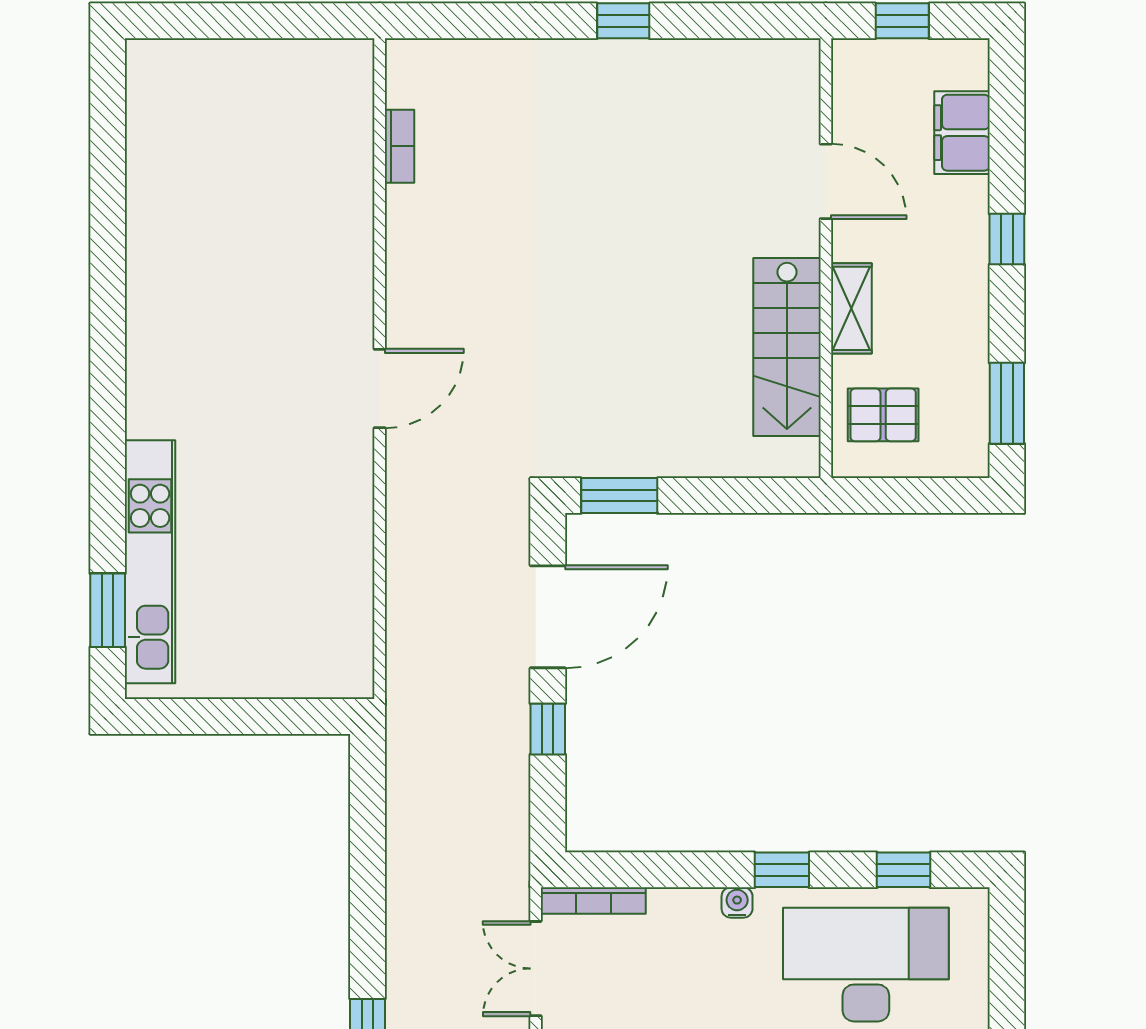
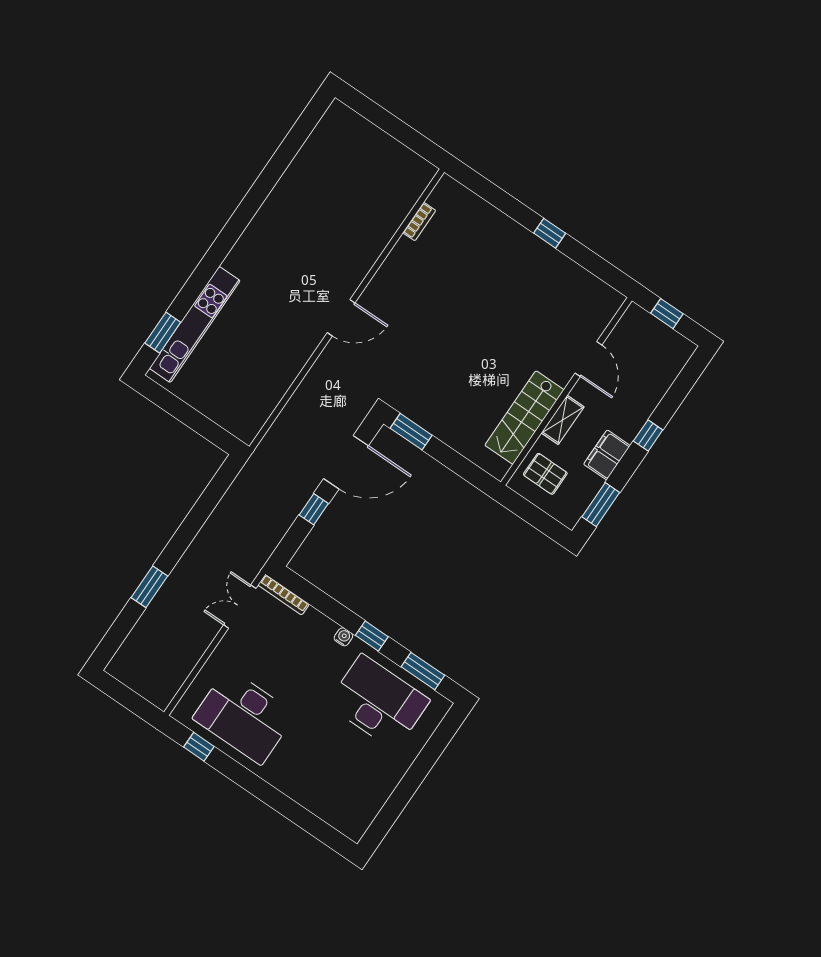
filing cabinet: (962, 133) -> (607, 455), moved
window: (904, 870) -> (423, 671), width x1.50

